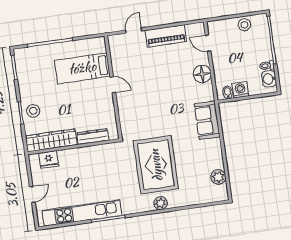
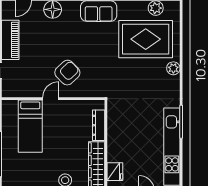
armchair: (141, 98) -> (67, 73), added
rug: (156, 165) -> (146, 39), moved

